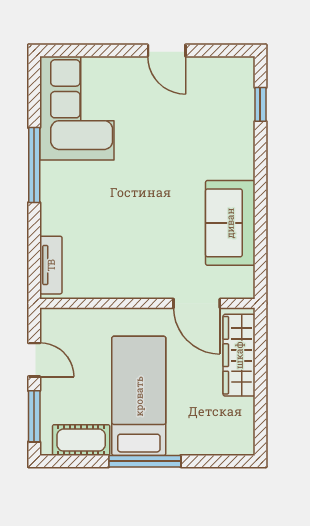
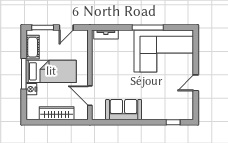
corner sofa: (77, 108) -> (164, 51), width x1.36, depth x1.36
door: (197, 303) -> (90, 96), hinge flipped
wardrobe: (239, 355) -> (57, 113), moved
nightstand: (181, 443) -> (31, 89), added

